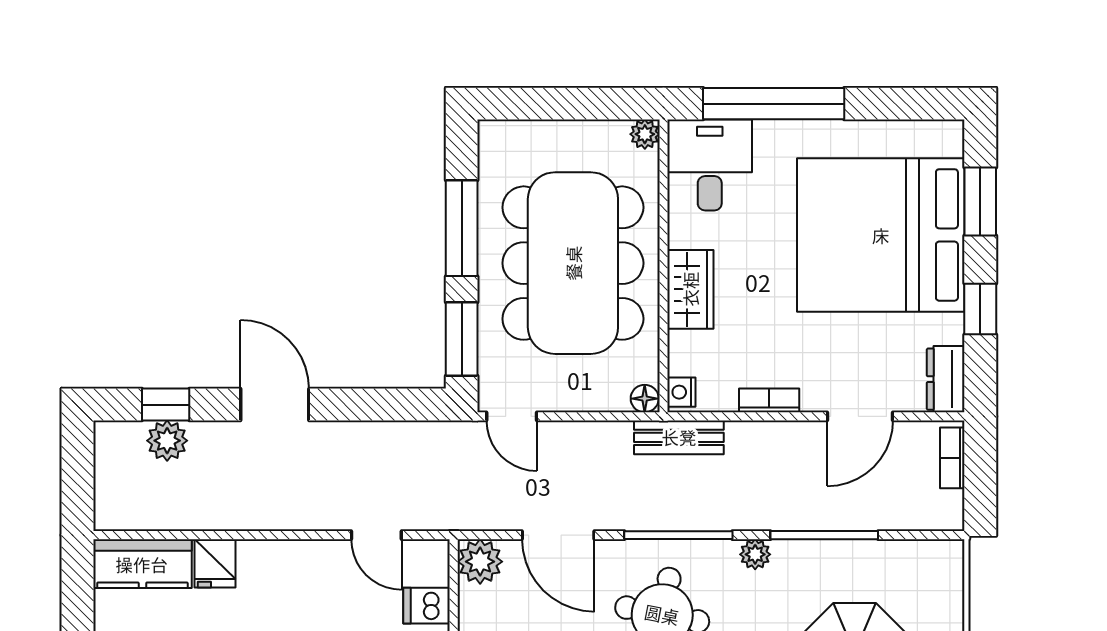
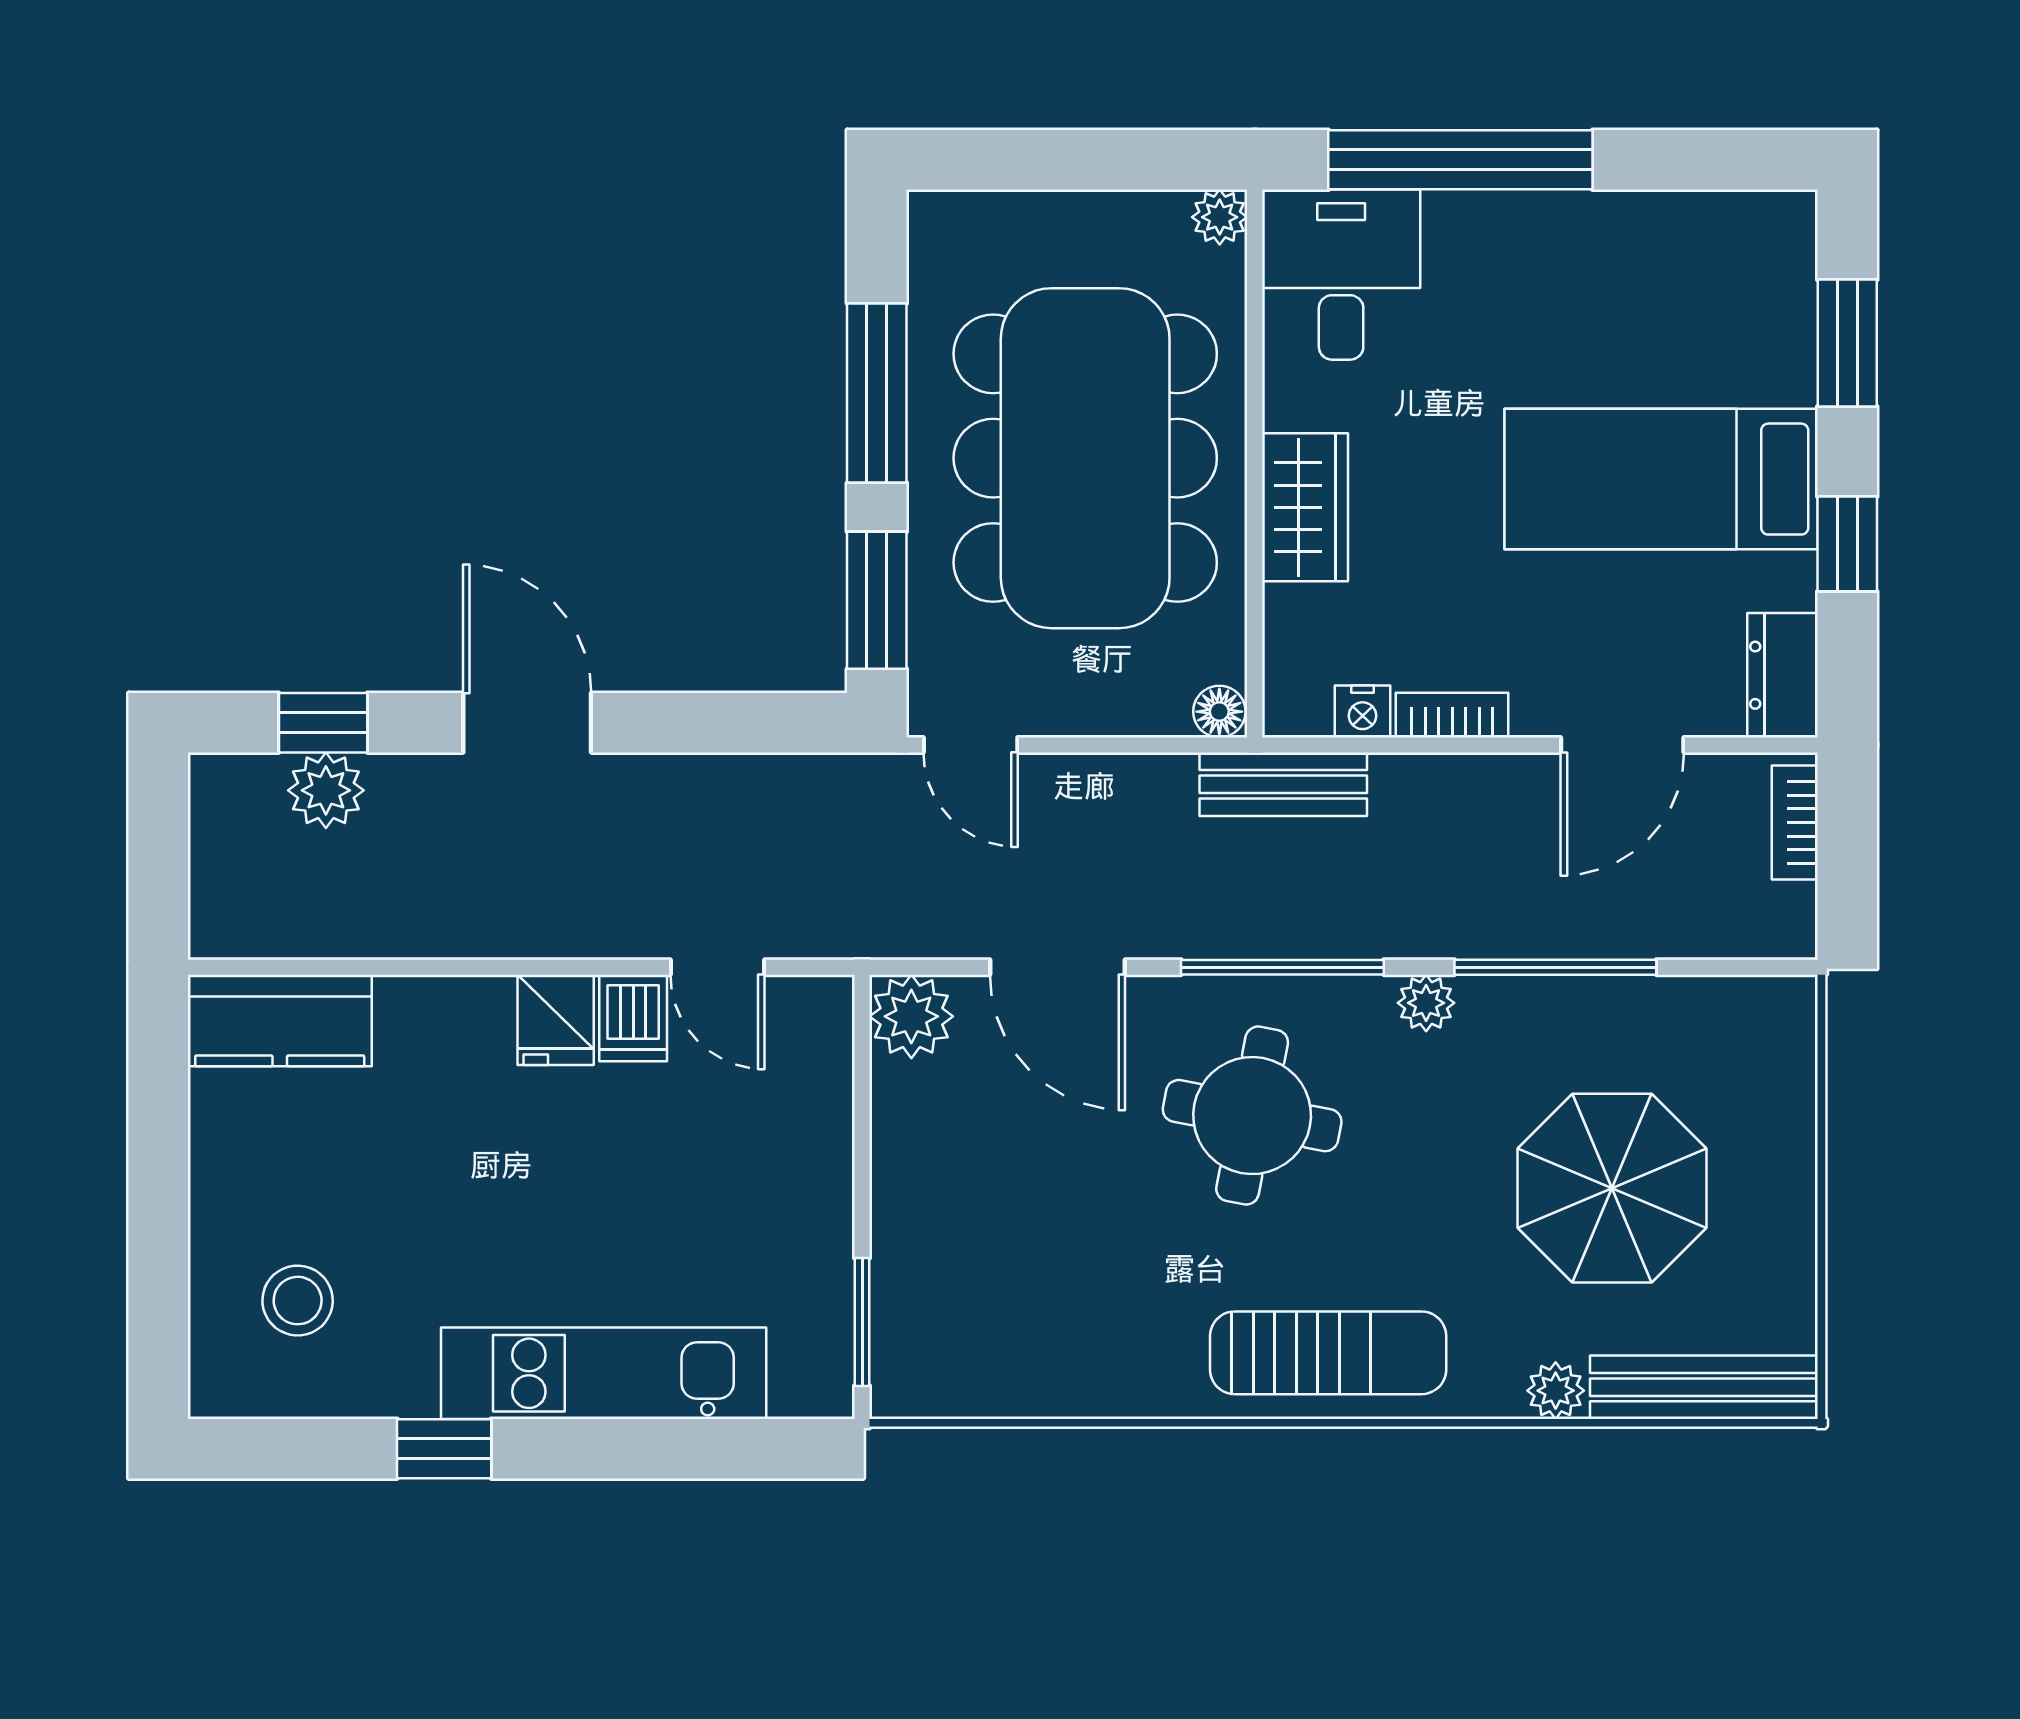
bed: (881, 235) -> (1661, 479), width x0.49
nightstand: (681, 392) -> (1362, 712), moved, turned -90
fridge: (215, 563) -> (556, 1020), moved
dishwasher: (427, 606) -> (633, 1018), moved, turned -90

